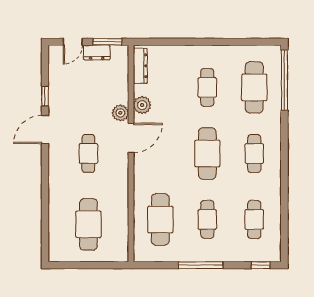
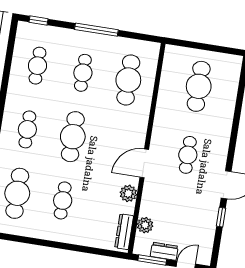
plant: (120, 113) -> (145, 225), moved

